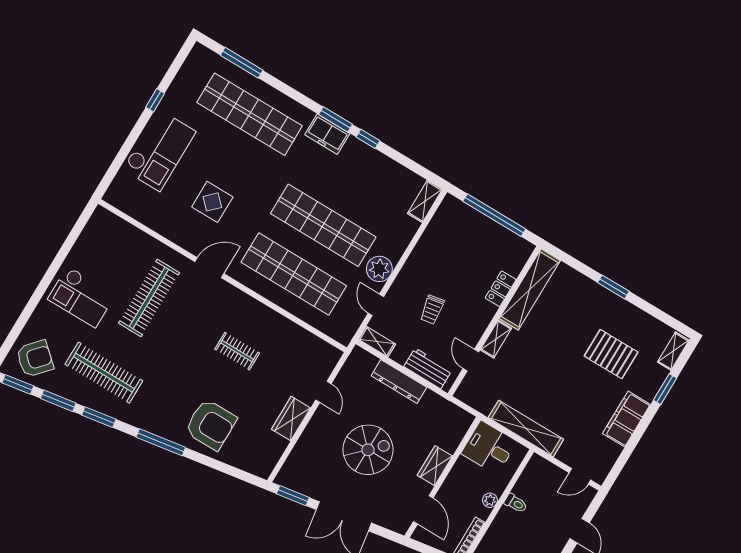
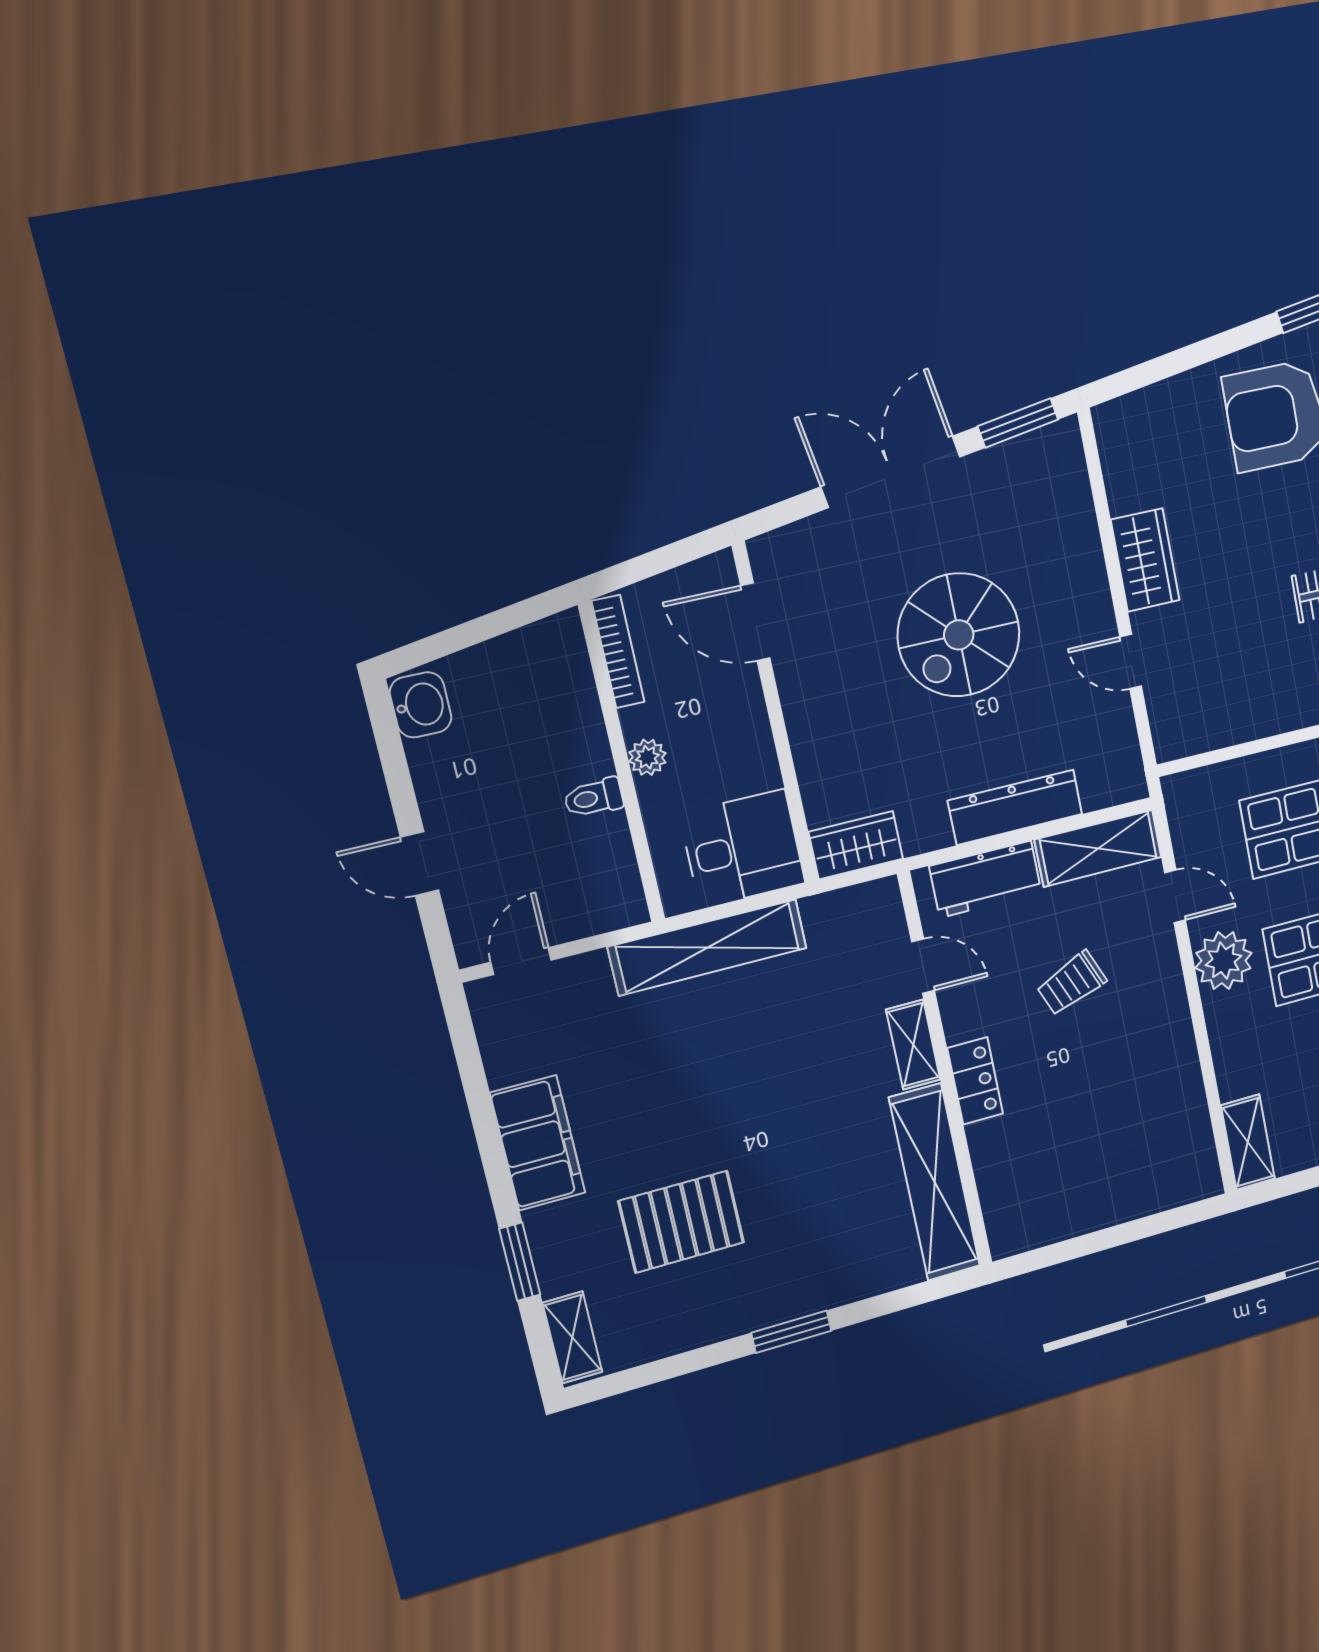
window: (494, 215) -> (1112, 1237), removed
locker: (501, 289) -> (975, 1081), moved
trolley: (432, 310) -> (1072, 983), turned -102
shelving: (377, 342) -> (1098, 848), width x1.50, depth x1.33
wardrobe: (435, 466) -> (856, 845), moved, turned -90

